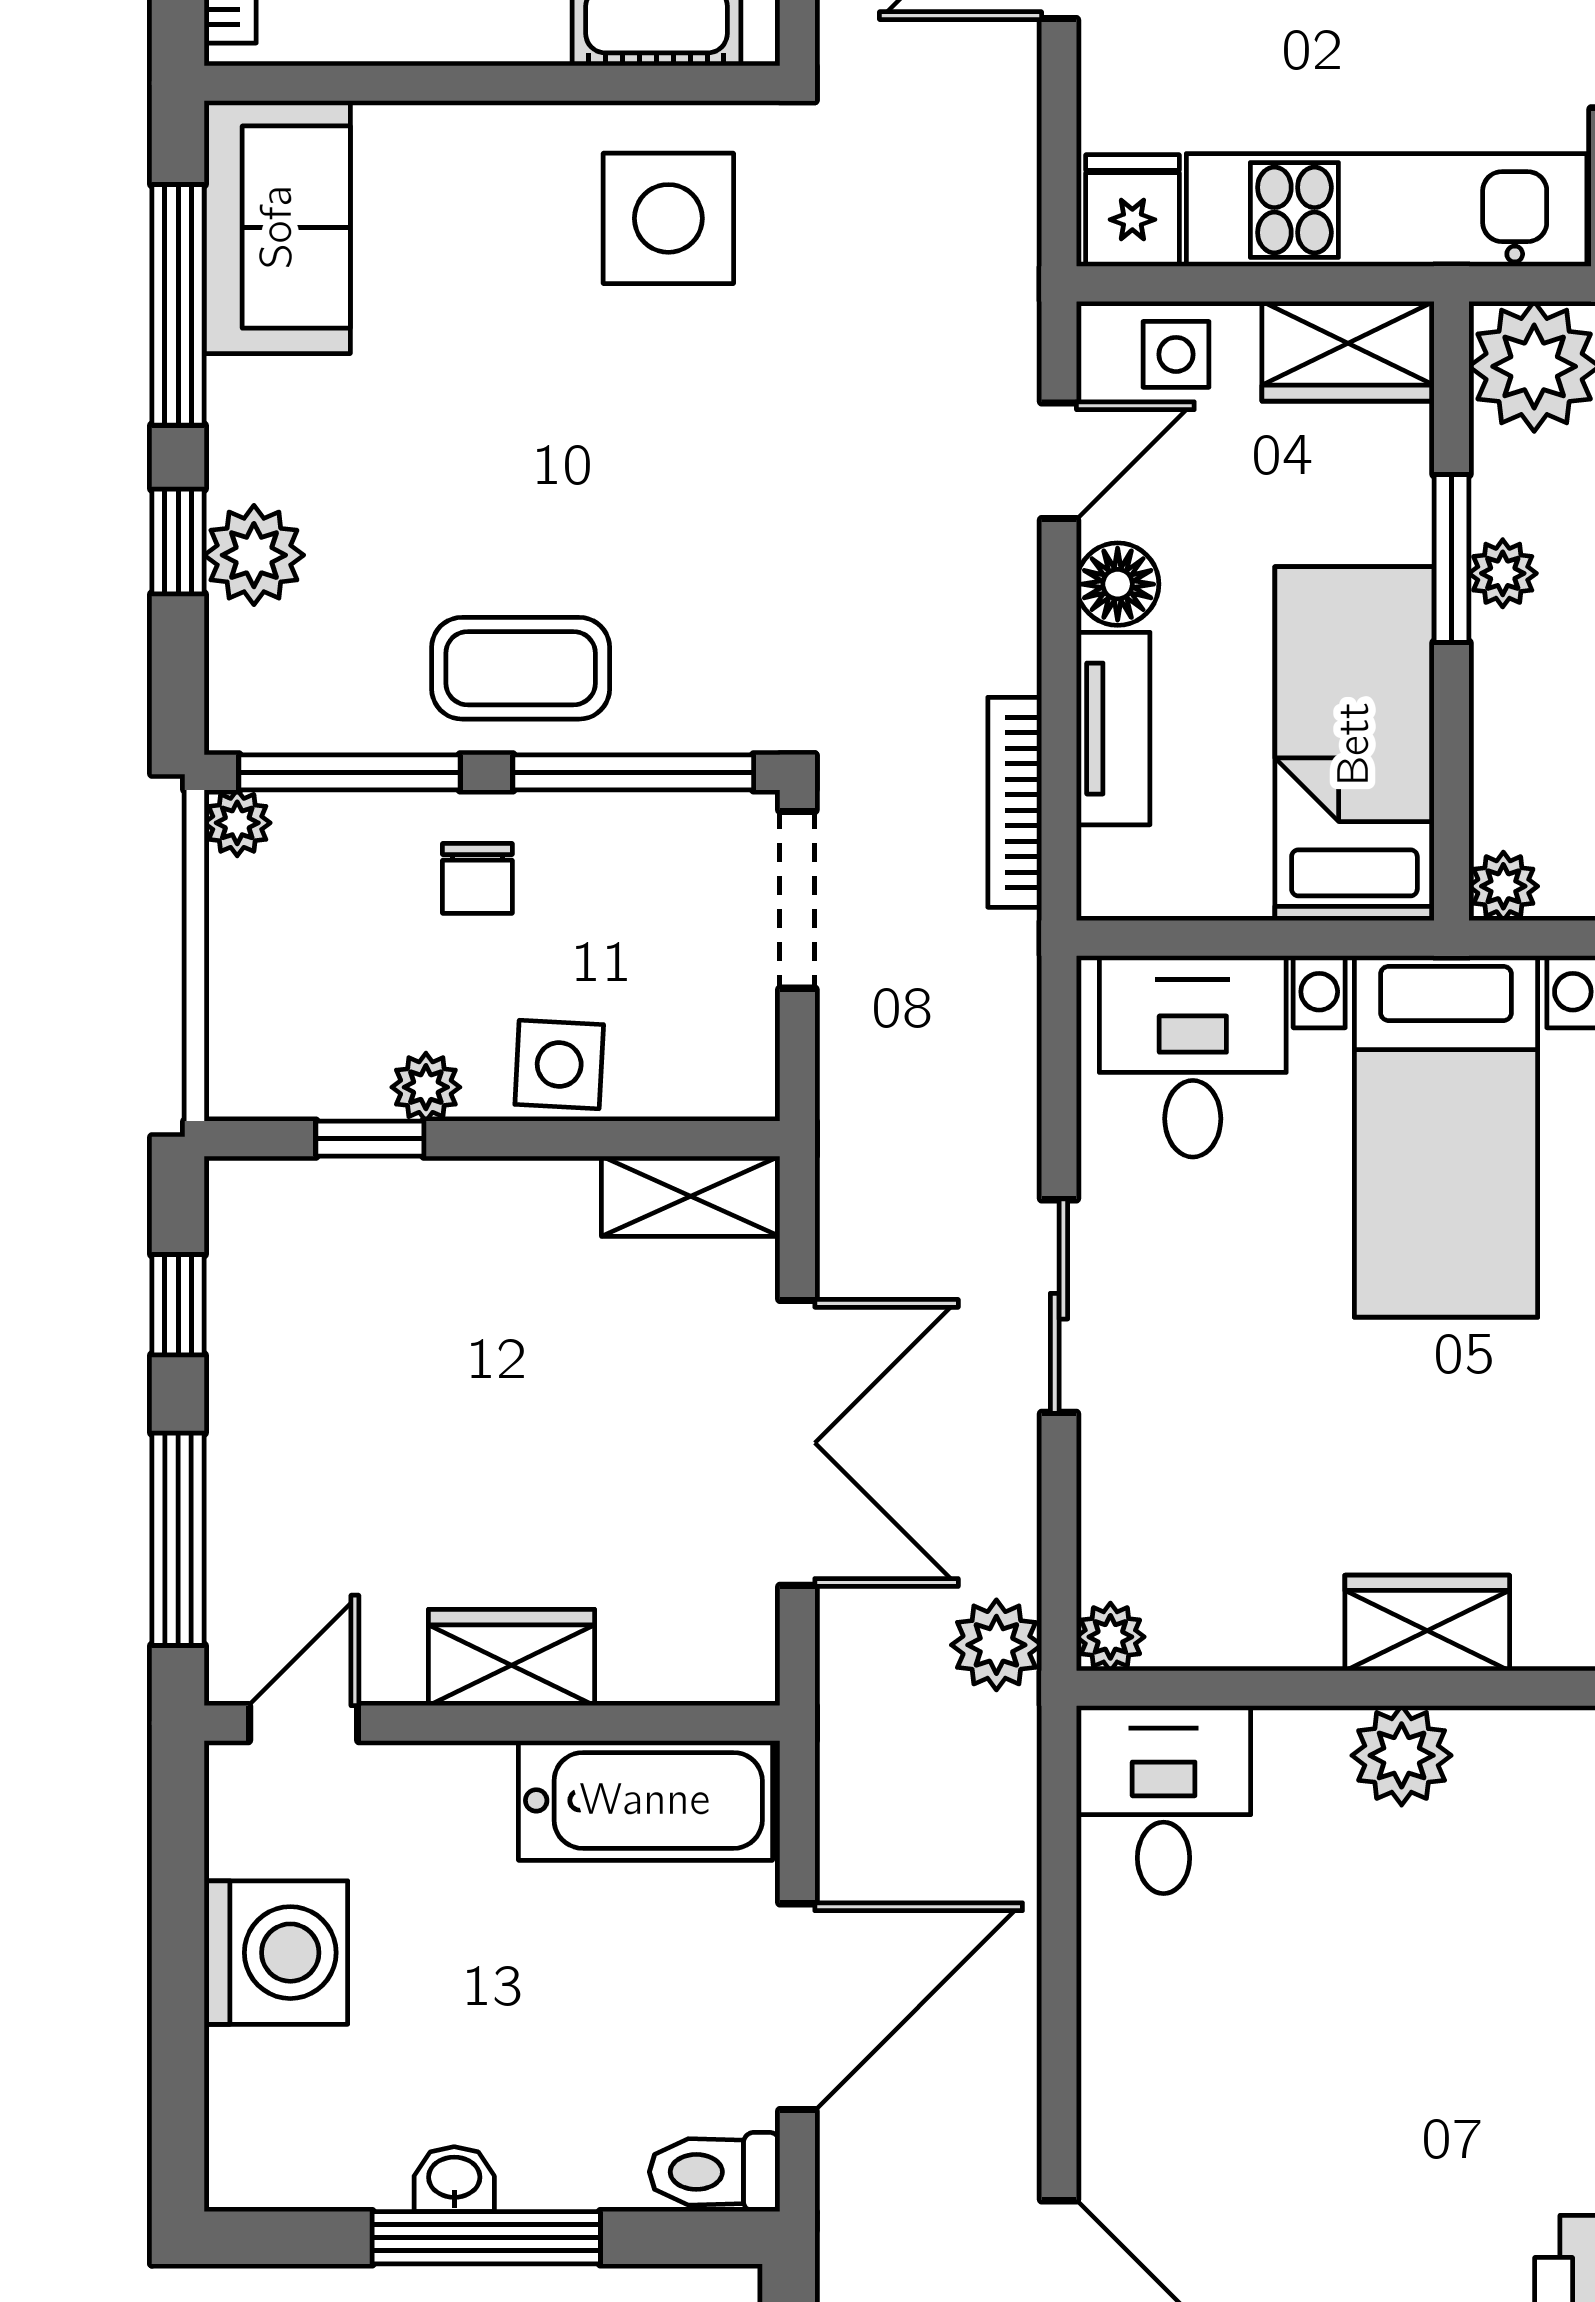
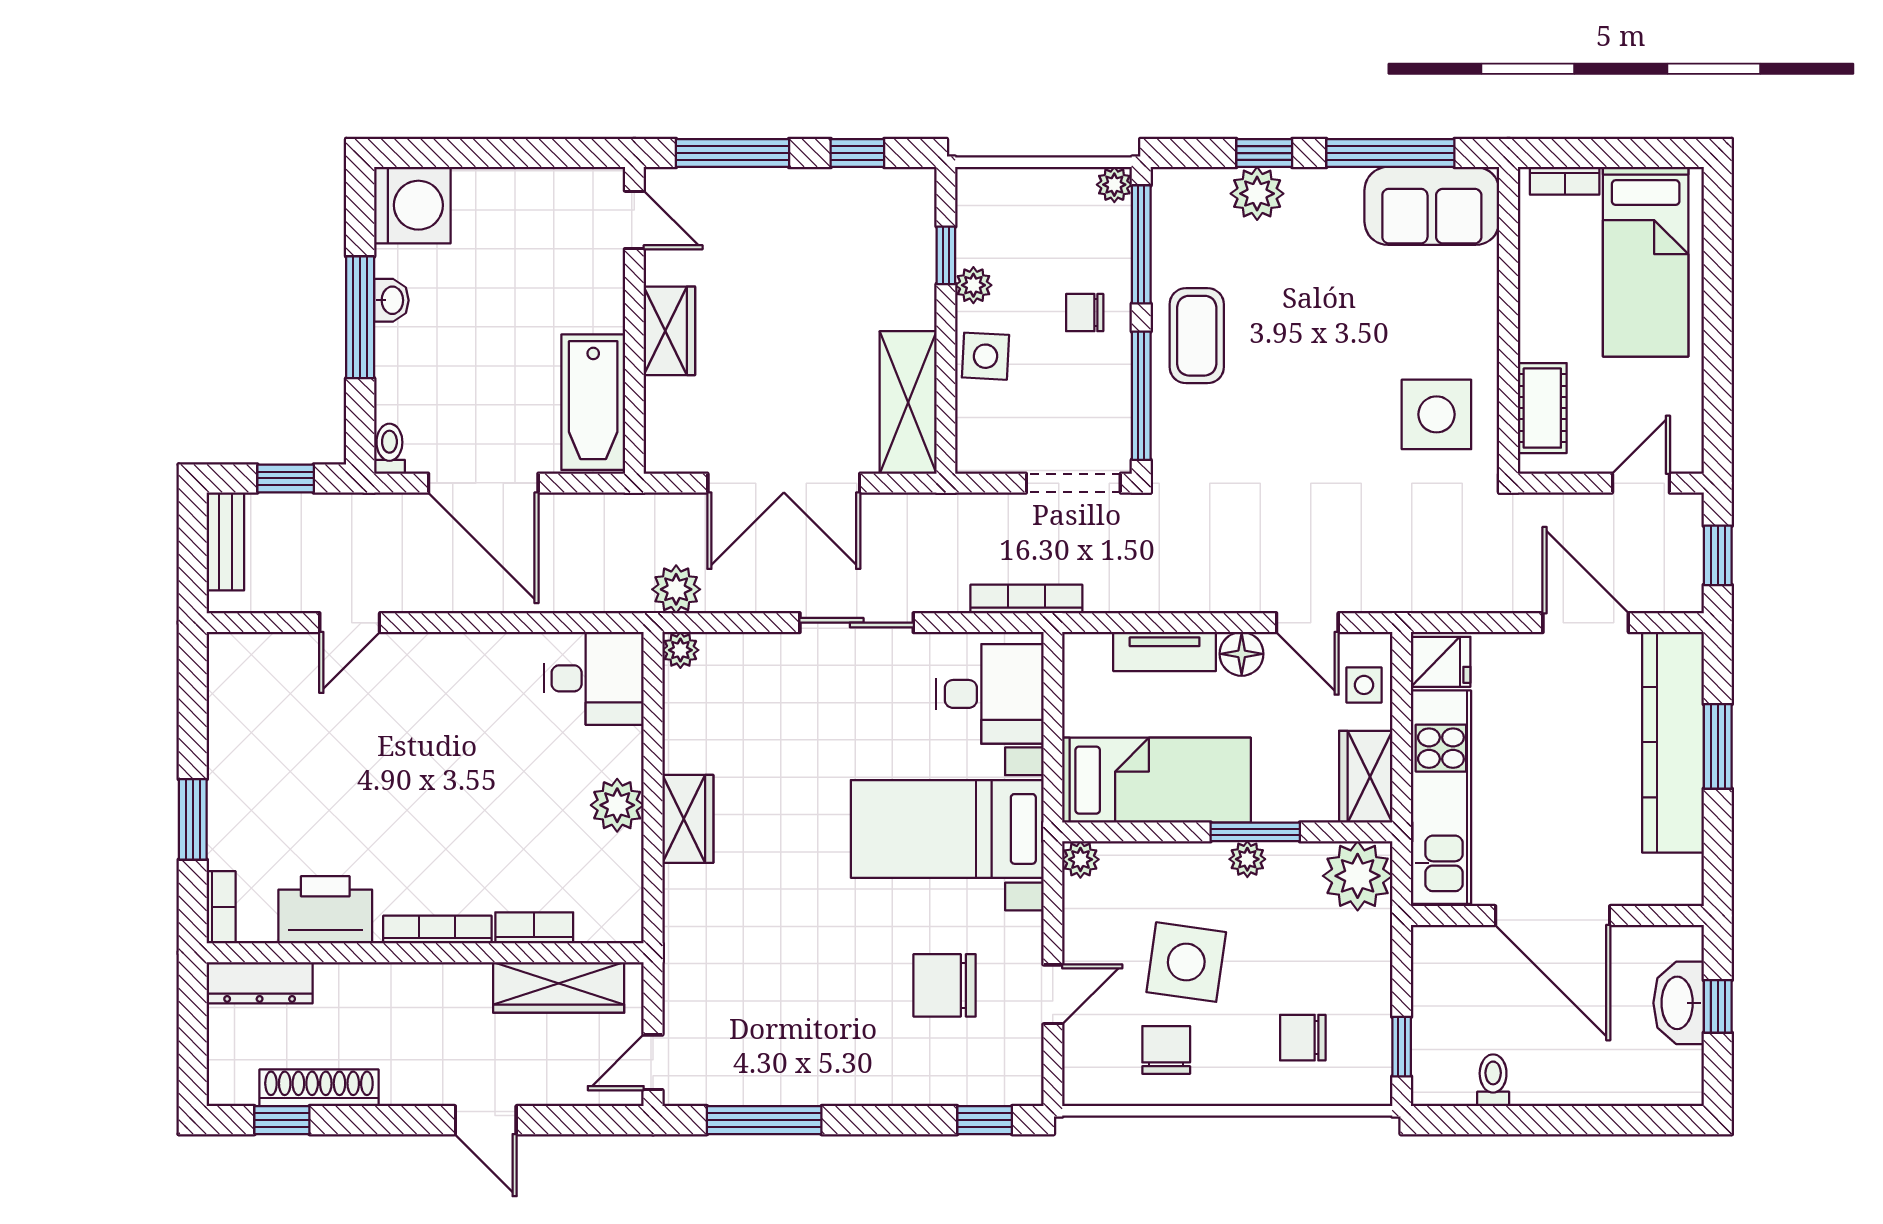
bookcase: (1015, 802) -> (1026, 599), moved
shelving: (691, 1196) -> (908, 403), width x1.50, depth x1.33
washing machine: (276, 1953) -> (412, 205), moved, turned -90
toilet: (715, 2172) -> (389, 449), width x0.73, depth x0.72

